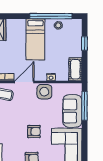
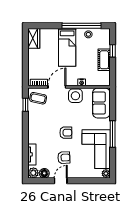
cot: (75, 69) -> (104, 60), moved
window: (85, 106) -> (113, 134), moved
sofa: (72, 111) -> (101, 103), moved

